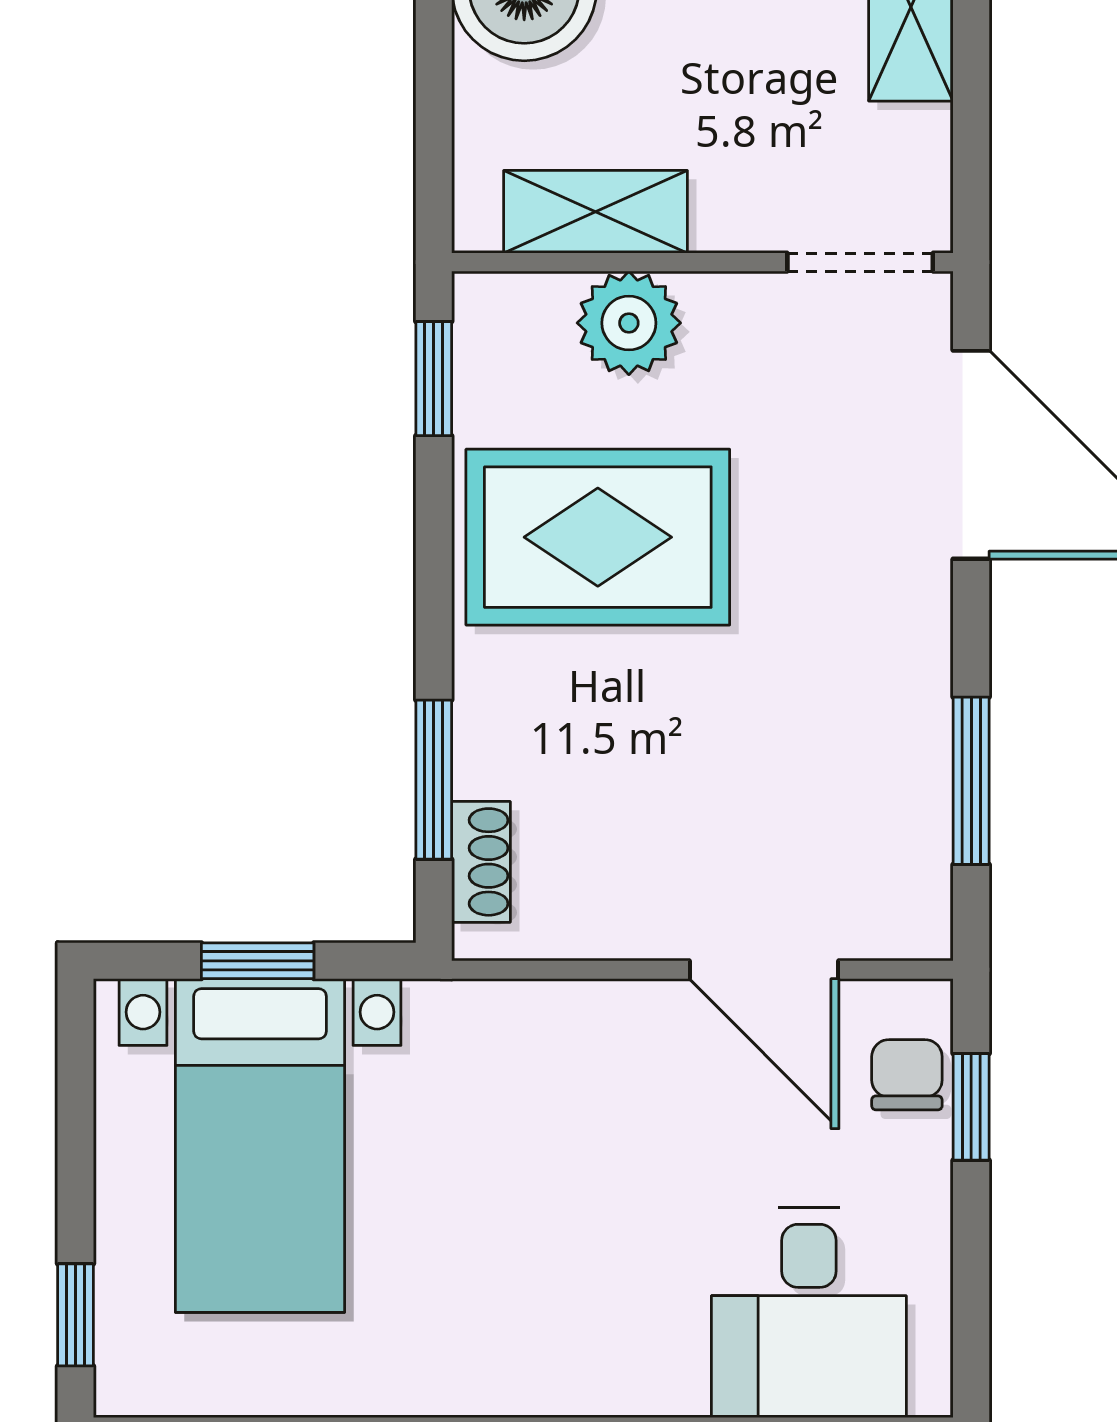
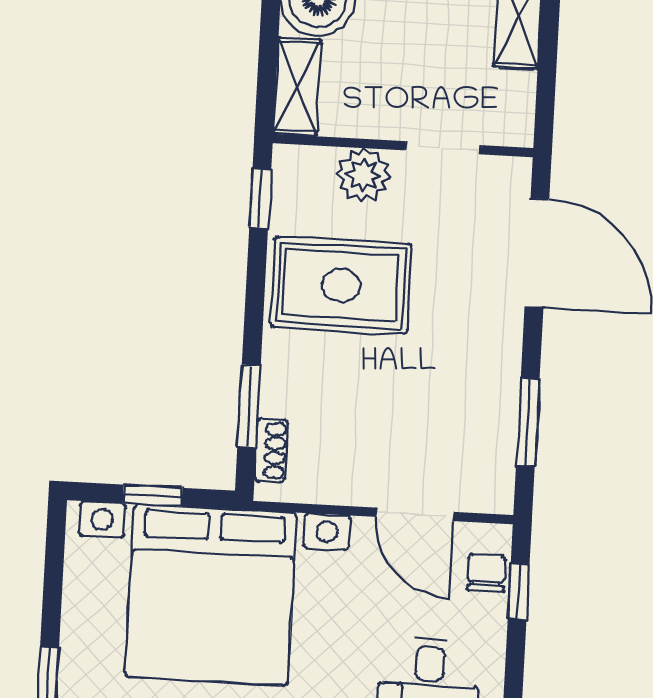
shelving: (596, 212) -> (297, 87), moved, turned 90
doorway: (860, 262) -> (443, 148), moved
bed with nightstands: (260, 1146) -> (211, 595), width x1.85

